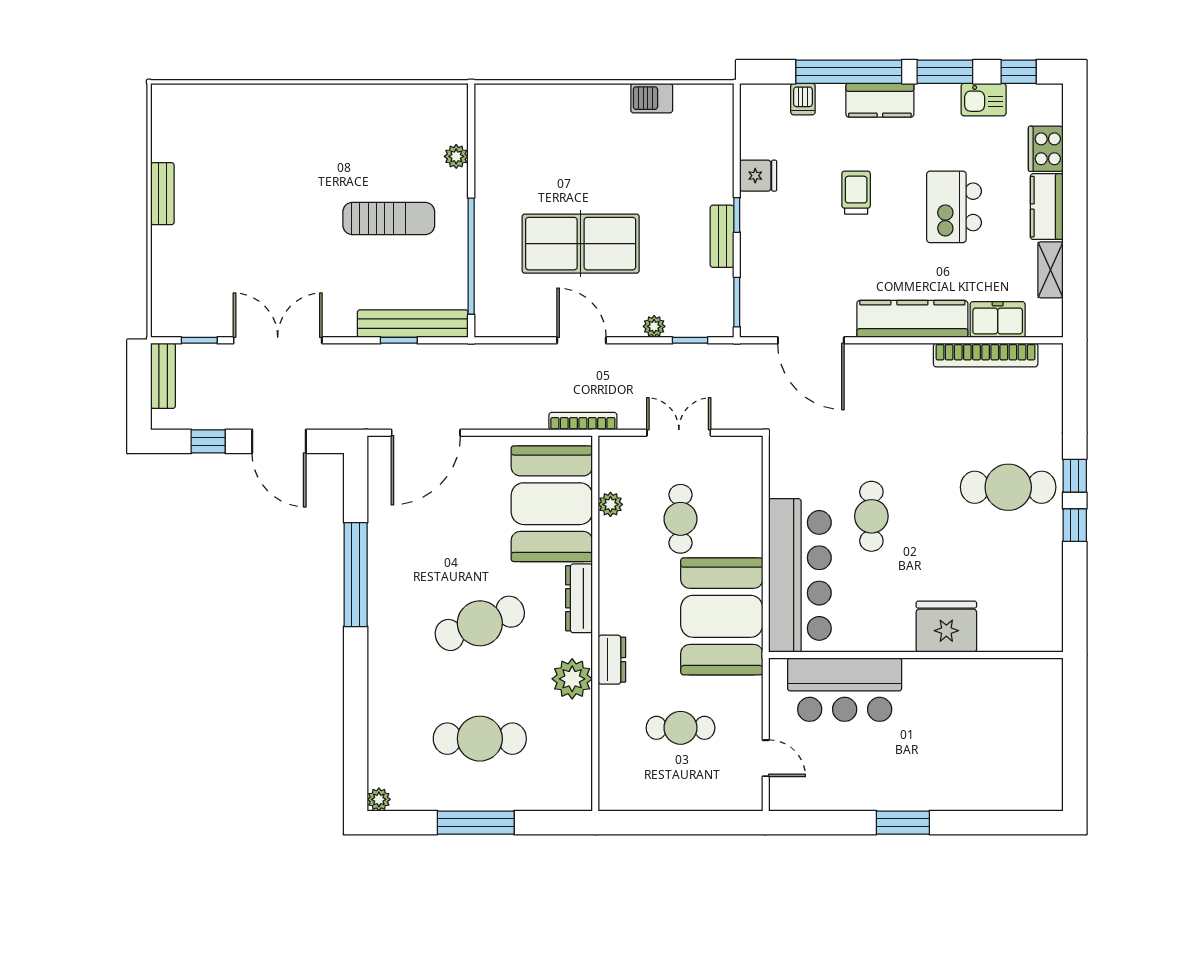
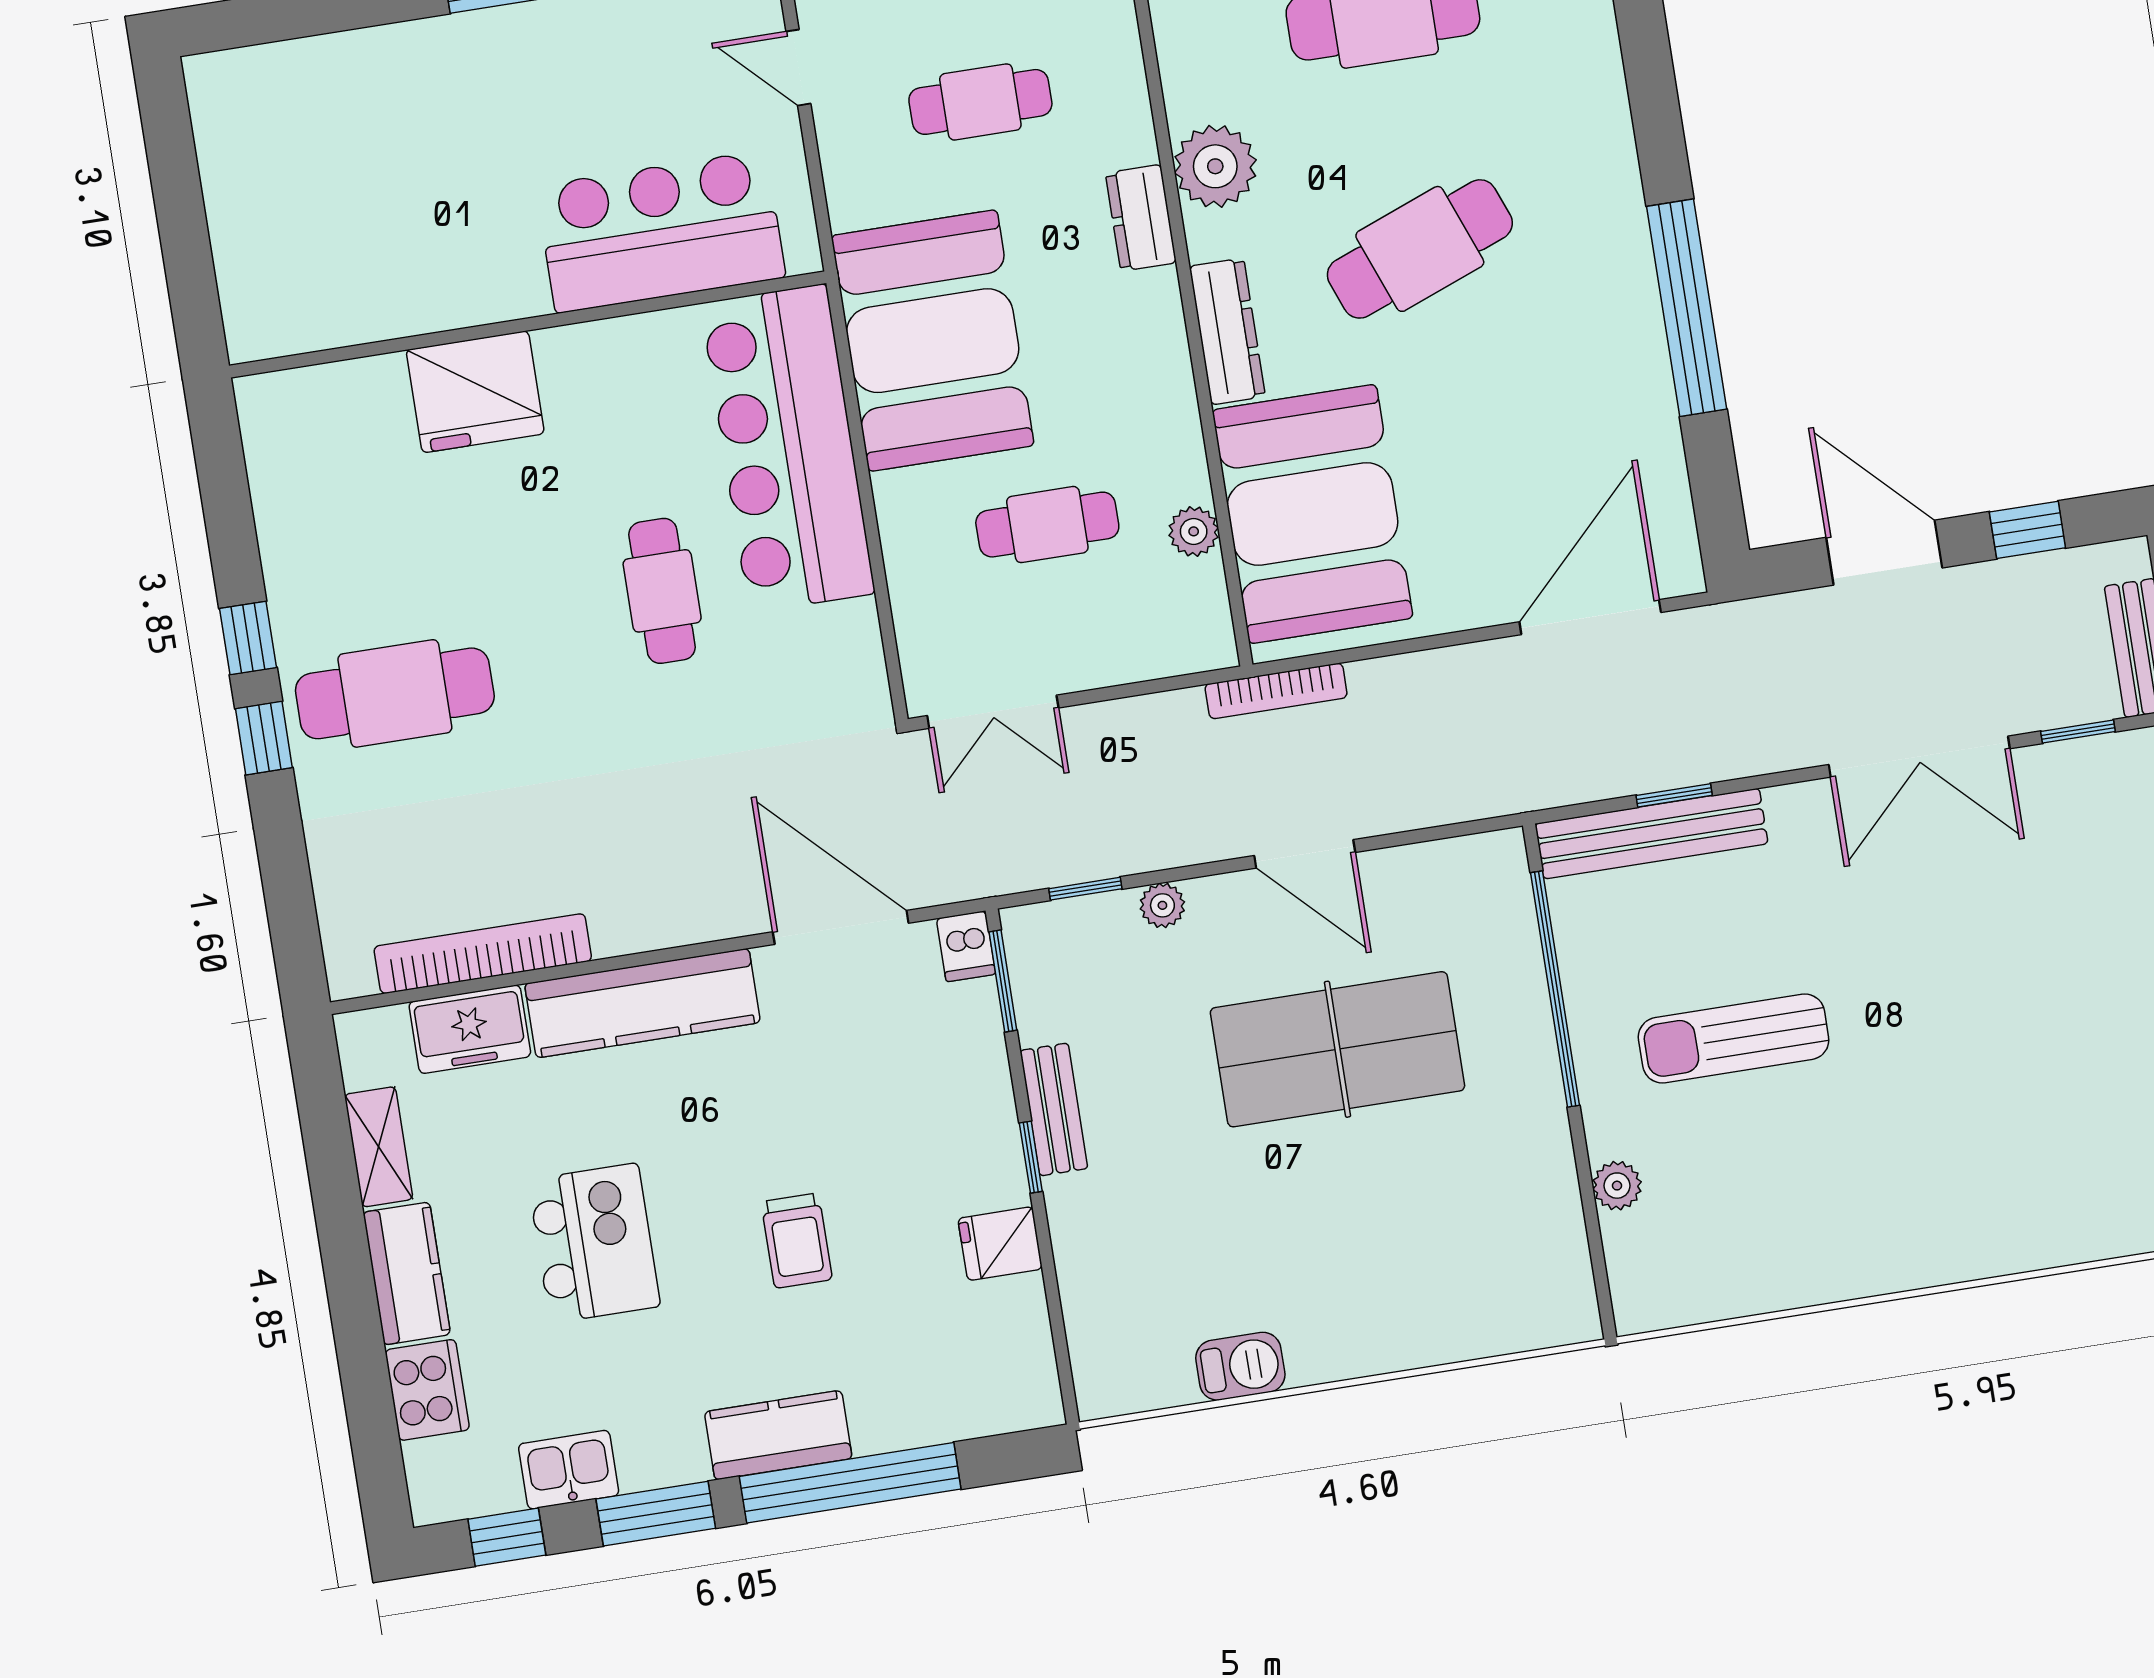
dishwasher: (803, 99) -> (966, 946), moved, turned 180
double door: (679, 433) -> (993, 712), moved
cafe table: (681, 519) -> (1047, 525), turned 90

